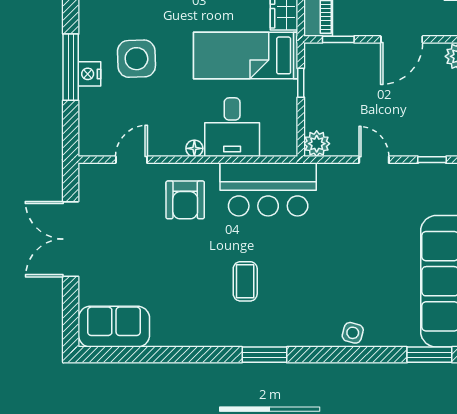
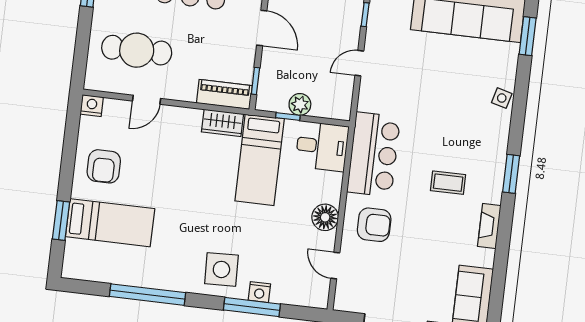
side table: (136, 59) -> (221, 269), moved
desk: (232, 127) -> (322, 146), moved
plant: (317, 144) -> (300, 104), moved
floor lamp: (194, 148) -> (325, 217), width x1.89, depth x1.89
fireplace: (200, 336) -> (489, 226), added

